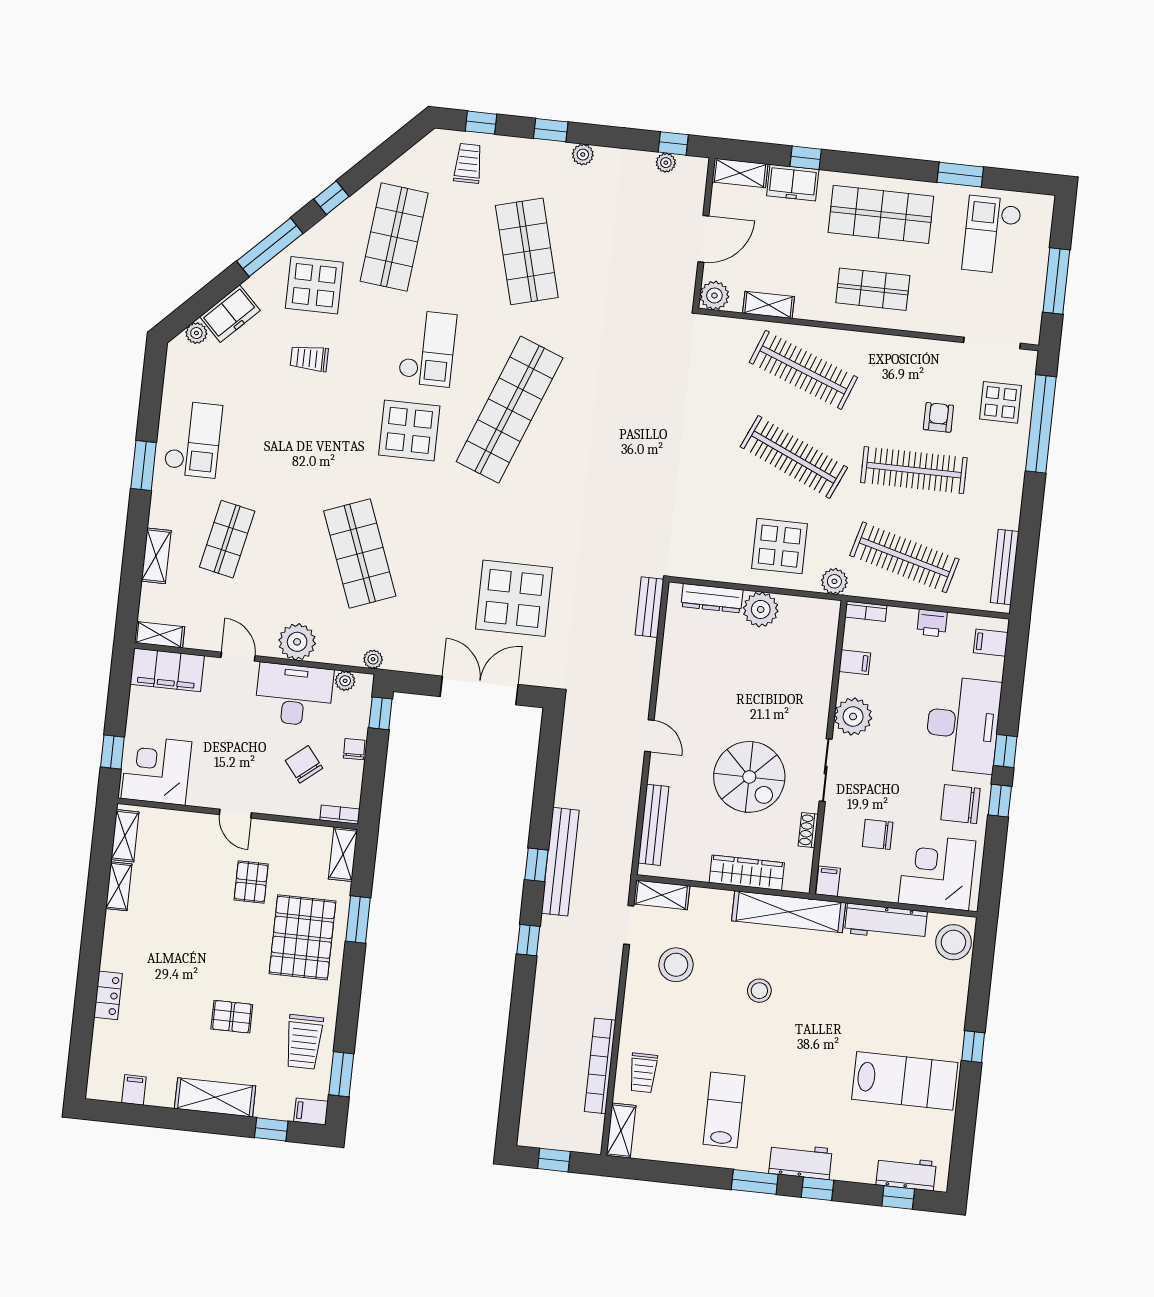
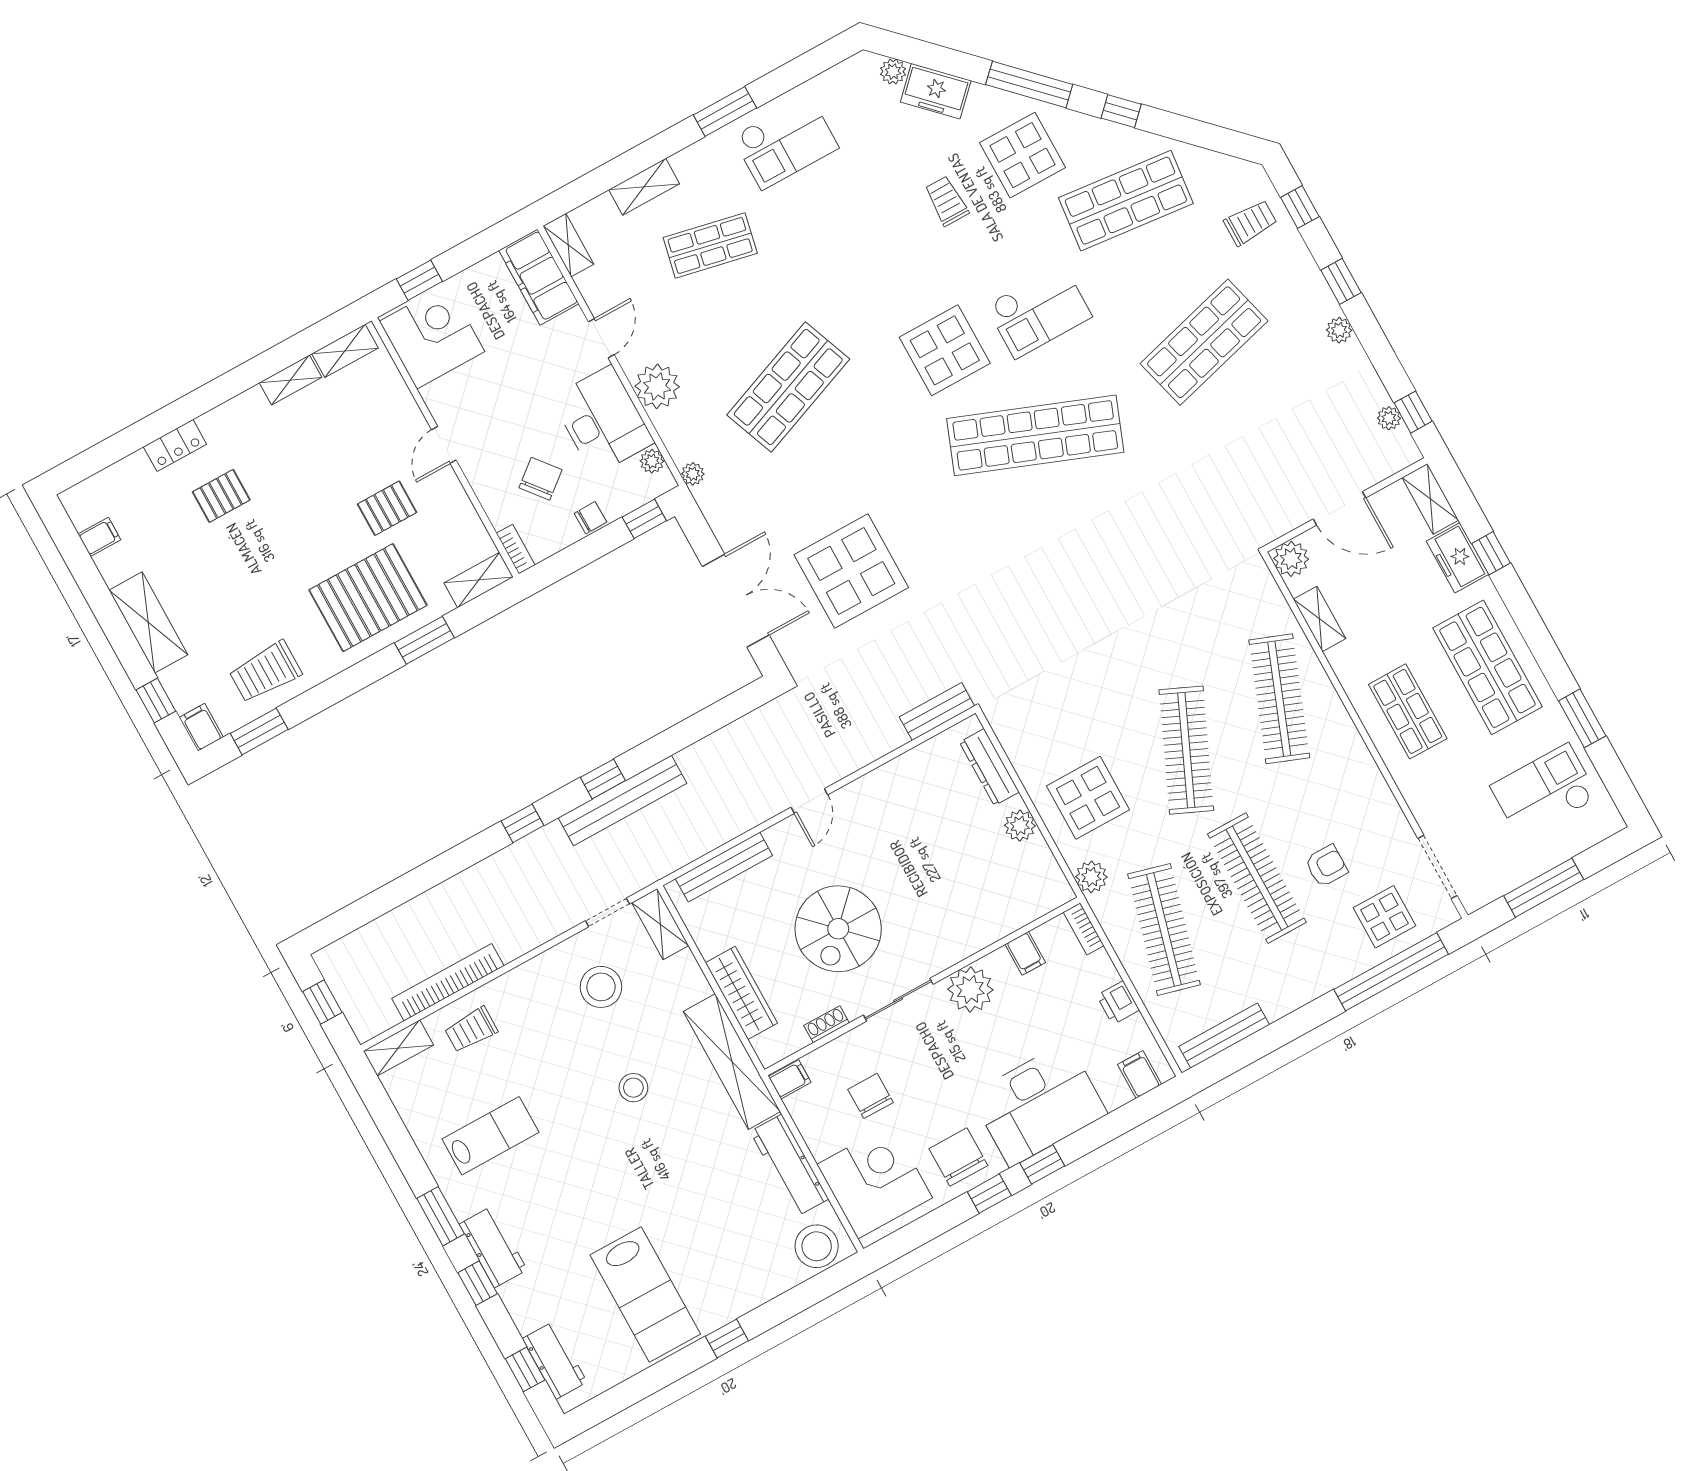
plant: (761, 609) -> (1020, 826), width x0.73, depth x0.73
pallet: (232, 1017) -> (221, 496), moved, turned 90

